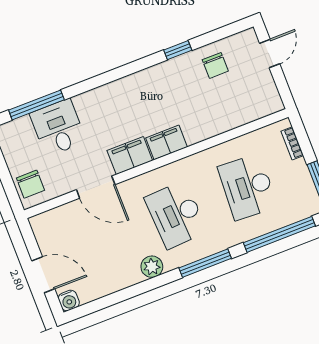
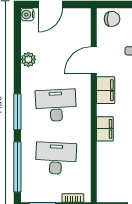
filing cabinet: (167, 142) -> (105, 129), moved
chair: (30, 184) -> (112, 19), turned 180
plant: (152, 267) -> (28, 59), moved

